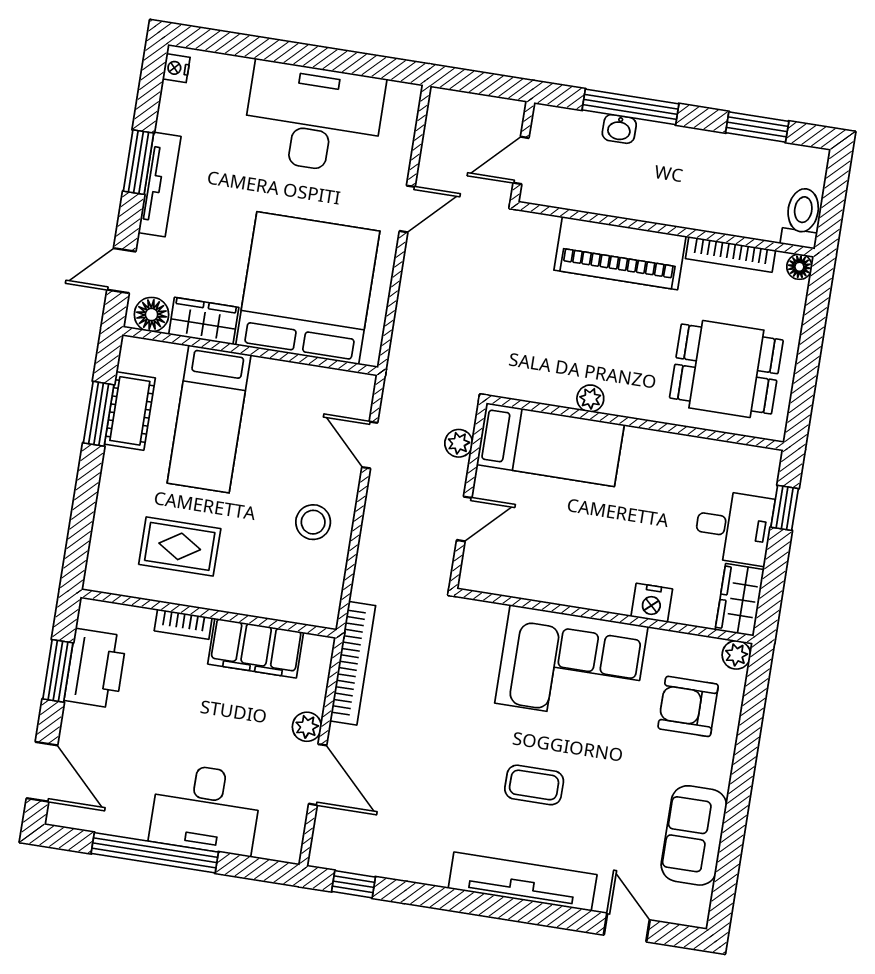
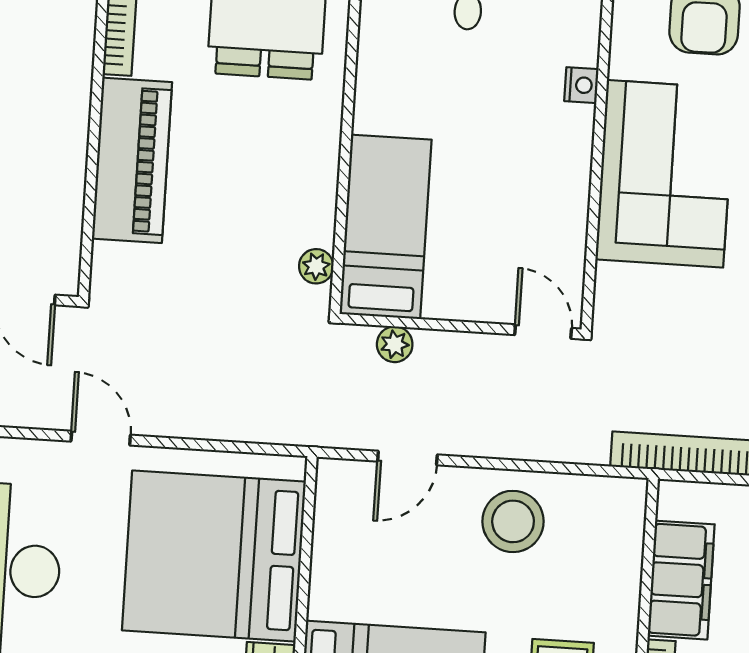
plant: (590, 398) -> (316, 266), moved
door: (464, 519) -> (543, 332), moved
stool: (313, 522) -> (513, 521), width x1.38, depth x1.38
nightstand: (652, 603) -> (581, 85), width x0.72, depth x0.74

